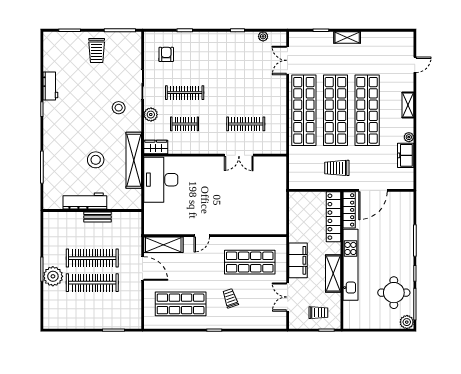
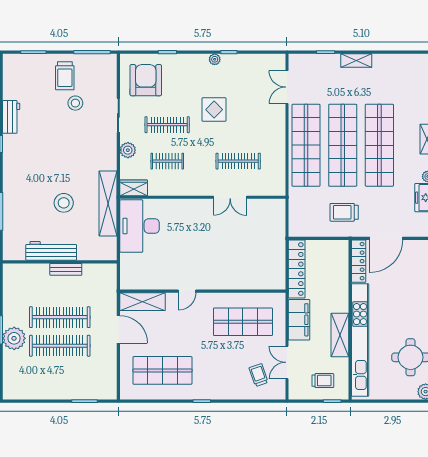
plant: (263, 36) -> (215, 59), moved
armchair: (166, 54) -> (146, 80), width x1.88, depth x1.88
display table: (225, 80) -> (214, 110), added
stool: (119, 108) -> (75, 103), moved
locker: (333, 217) -> (297, 269), moved, turned 180
kitchen unit: (350, 265) -> (360, 340), width x1.36
trolley: (230, 298) -> (259, 375), moved

